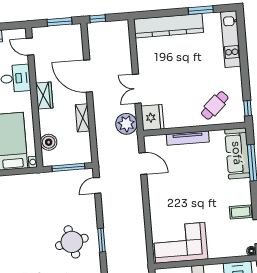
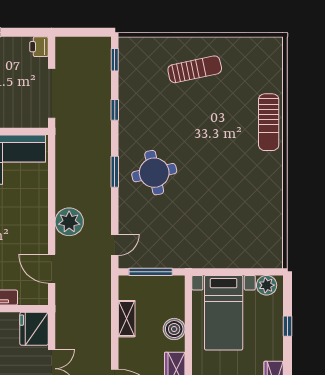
shelving: (83, 118) -> (127, 319), moved
plant: (126, 124) -> (69, 222), moved
boiler: (49, 142) -> (174, 329), moved

